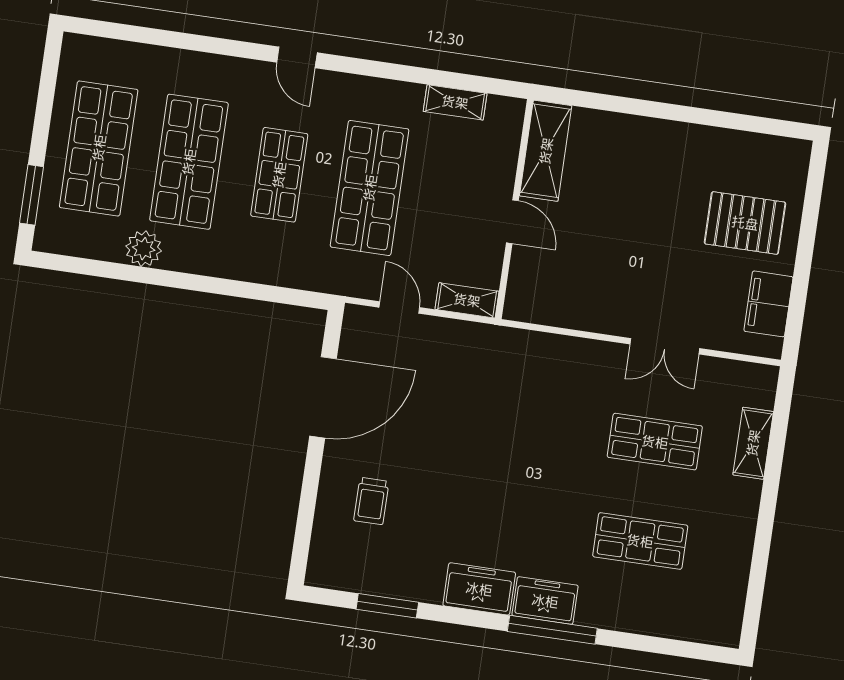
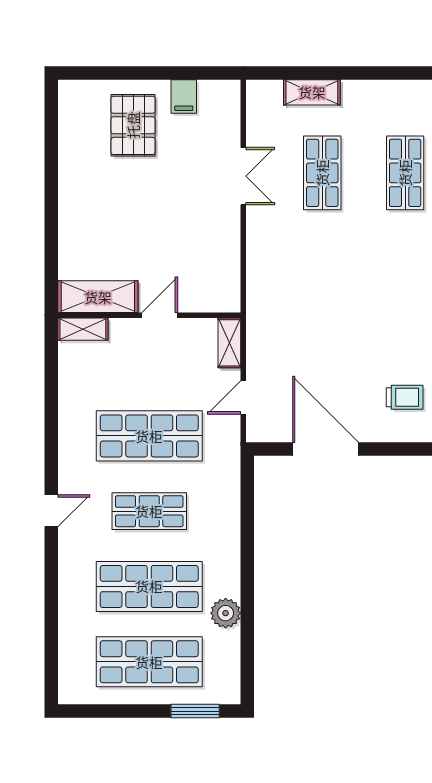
shelving: (455, 102) -> (83, 329), moved, turned 90
filing cabinet: (768, 304) -> (184, 96), width x0.50

